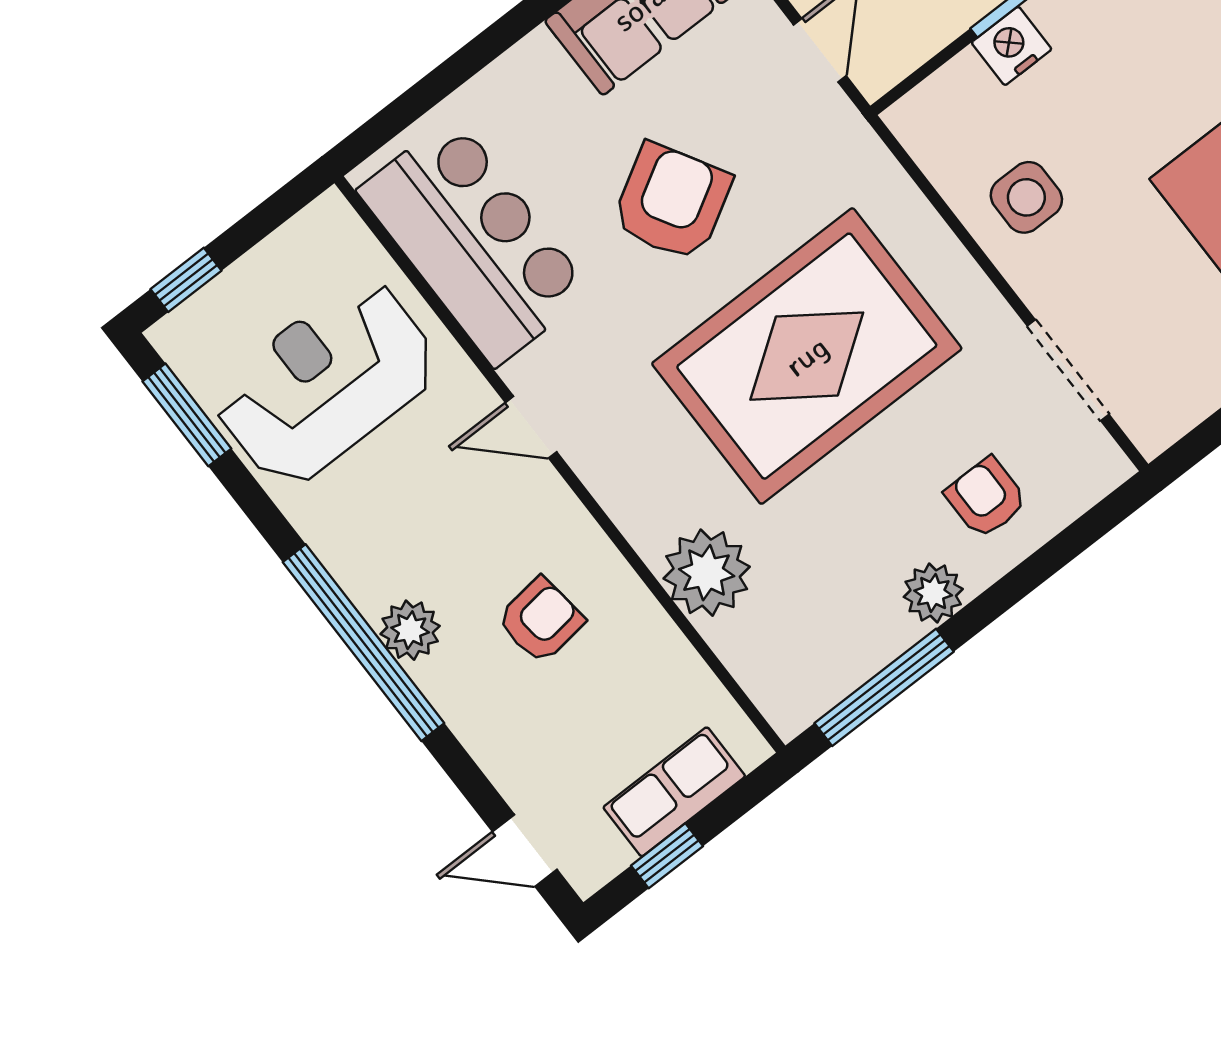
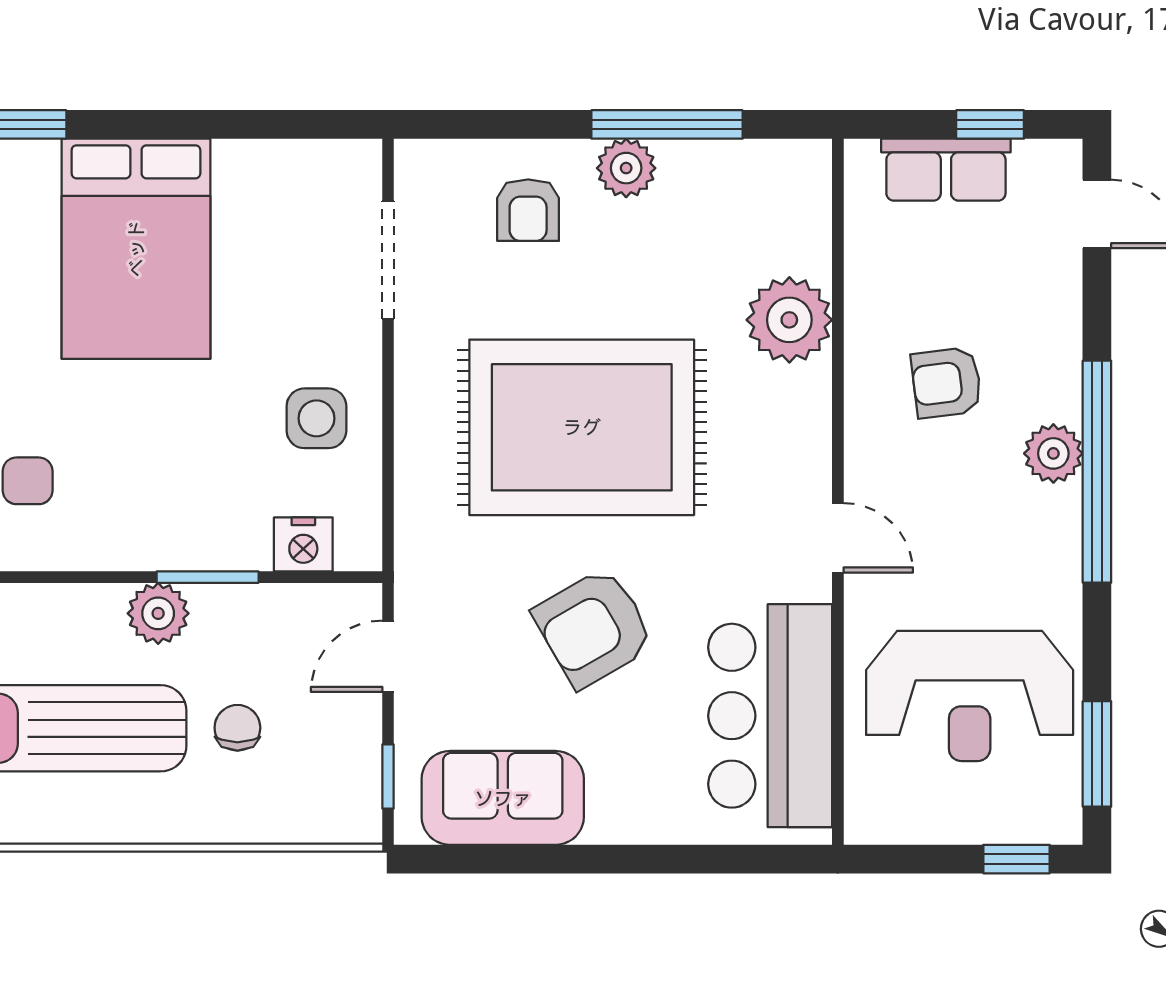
nightstand: (1012, 46) -> (303, 544), moved
window: (884, 687) -> (667, 124), moved

